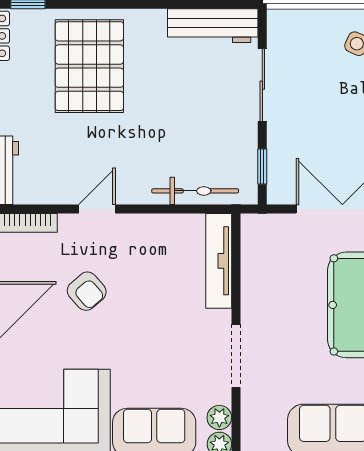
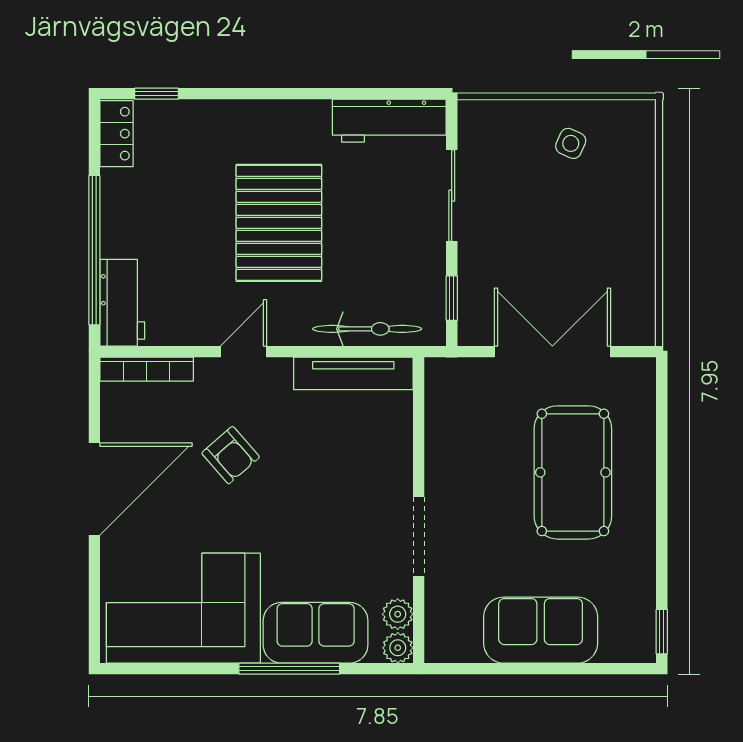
pallet: (89, 66) -> (279, 223), moved
tv unit: (219, 261) -> (353, 373), moved, turned -90

